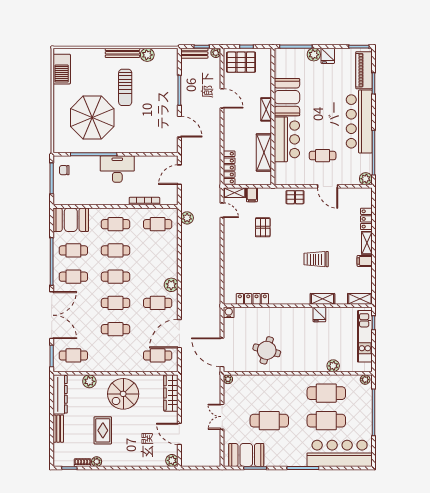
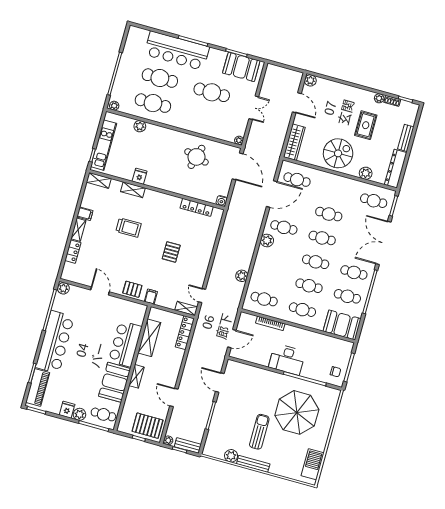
cafe table: (323, 156) -> (103, 414), moved
filing cabinet: (252, 195) -> (151, 297), moved
plant: (187, 218) -> (242, 276), moved
pallet: (263, 227) -> (171, 252), moved
bar counter: (340, 453) -> (177, 51), moved

